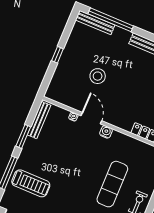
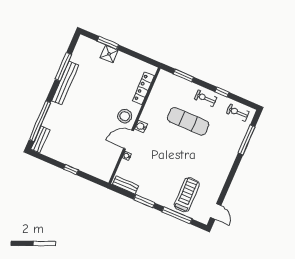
bench: (95, 22) -> (40, 140), width x0.73
stool: (98, 76) -> (125, 116), moved
bench: (39, 120) -> (126, 185), width x0.73

